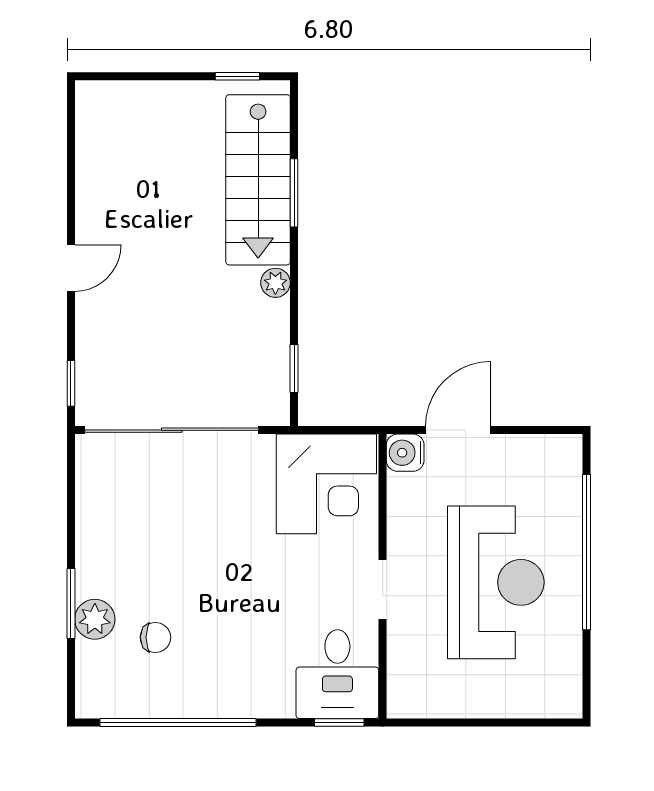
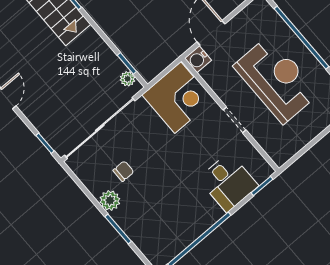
plant: (275, 283) -> (128, 79), moved
plant: (95, 619) -> (110, 200), moved
chair: (155, 637) -> (123, 171), moved
desk: (337, 674) -> (228, 182), moved

